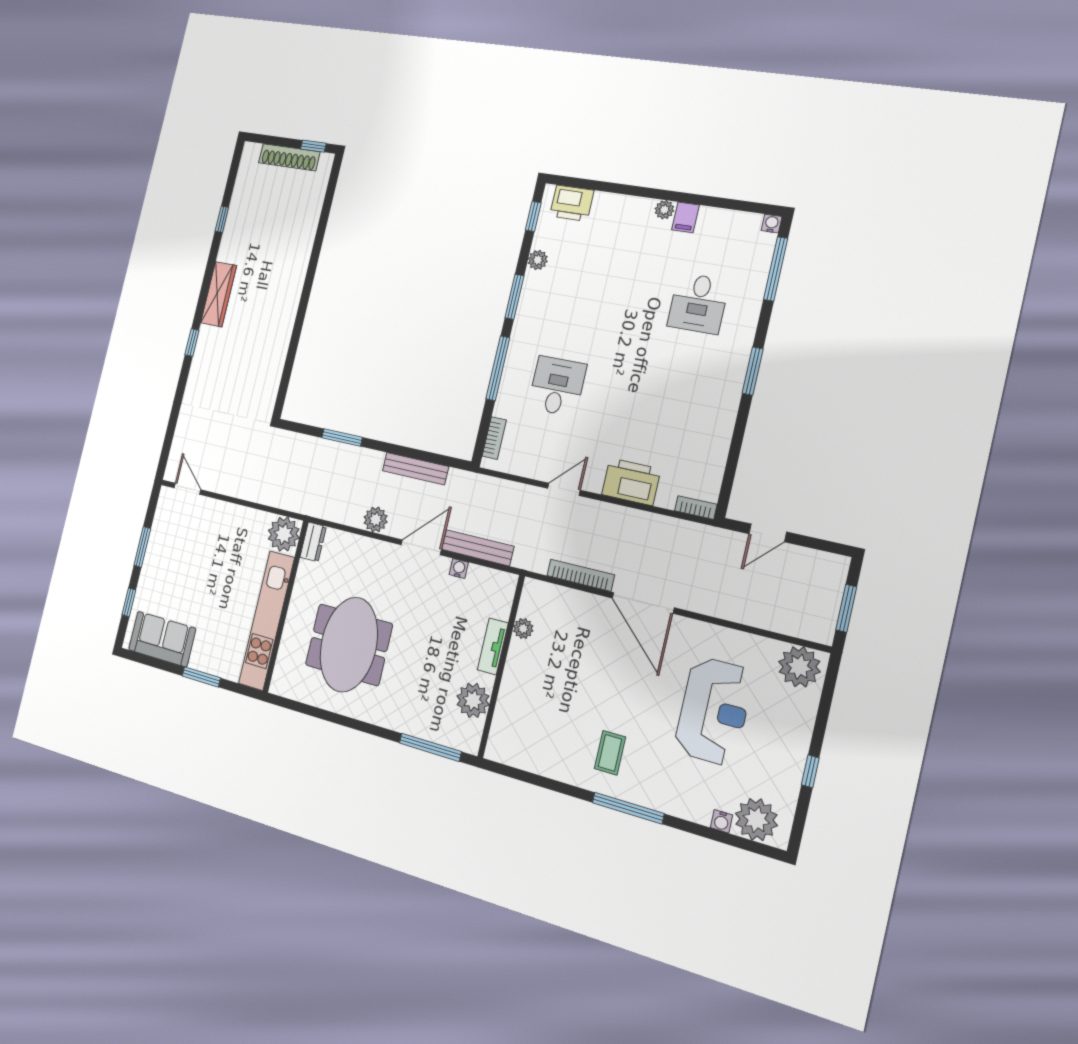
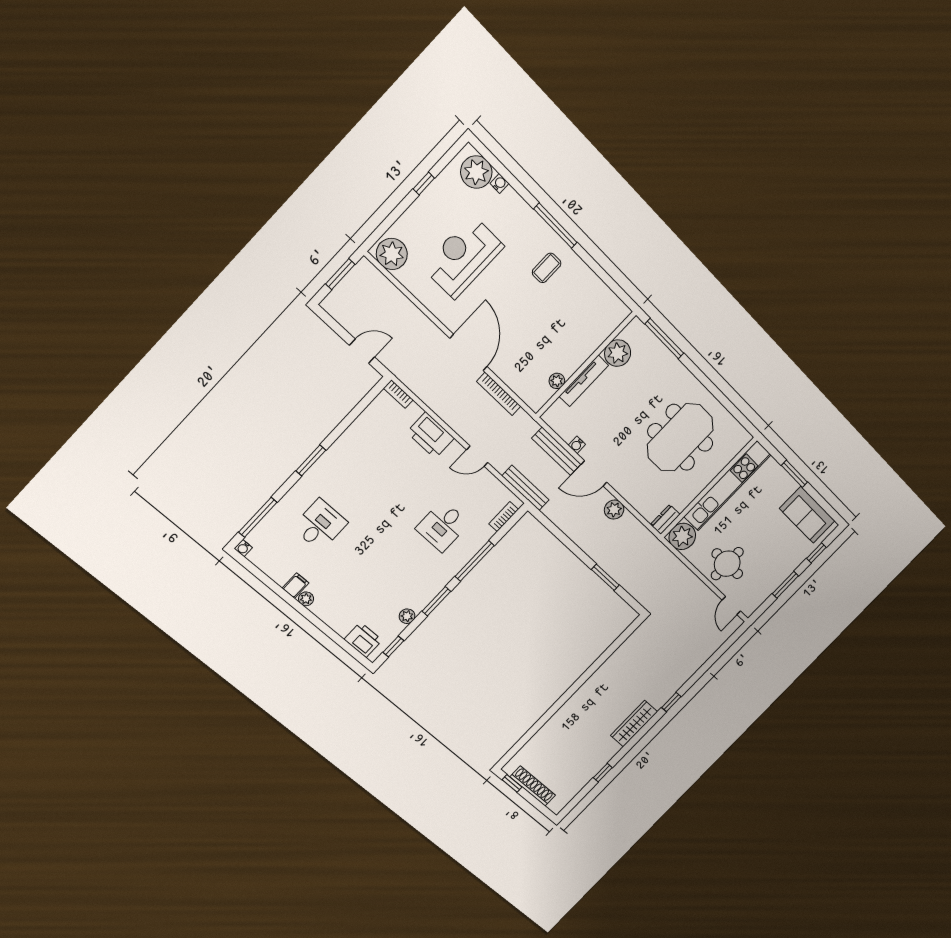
bench: (415, 469) -> (526, 488), moved
round table: (218, 533) -> (727, 564), added
tv unit: (493, 646) -> (584, 381), width x1.41

